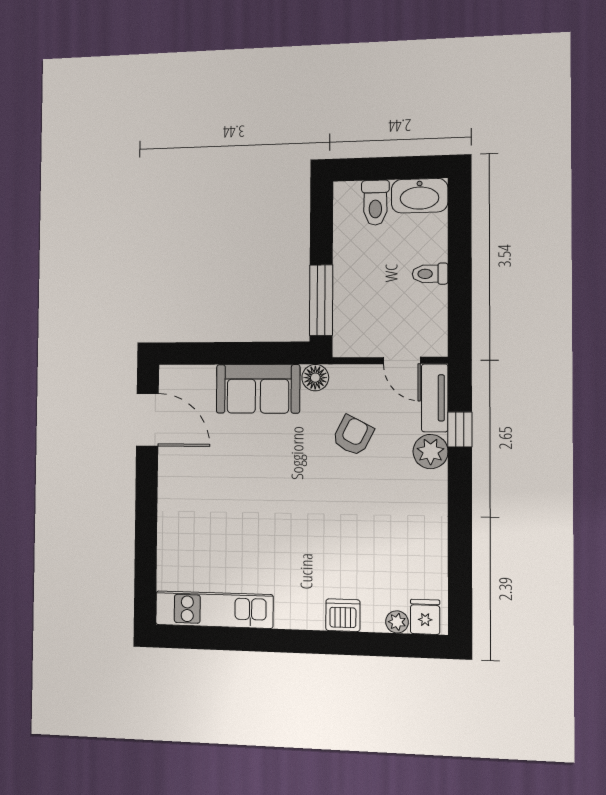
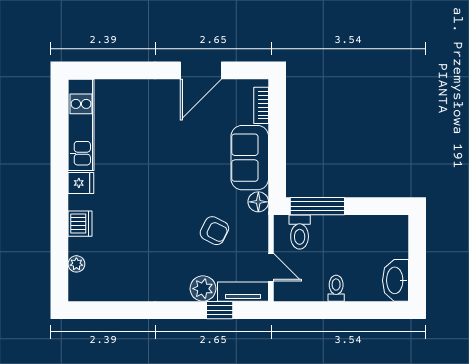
toilet: (375, 203) -> (300, 232), moved, turned -90
door: (402, 360) -> (271, 267), swing flipped
bookcase: (192, 374) -> (261, 105), added
door: (147, 420) -> (201, 70), moved
fridge: (425, 617) -> (81, 183), moved

